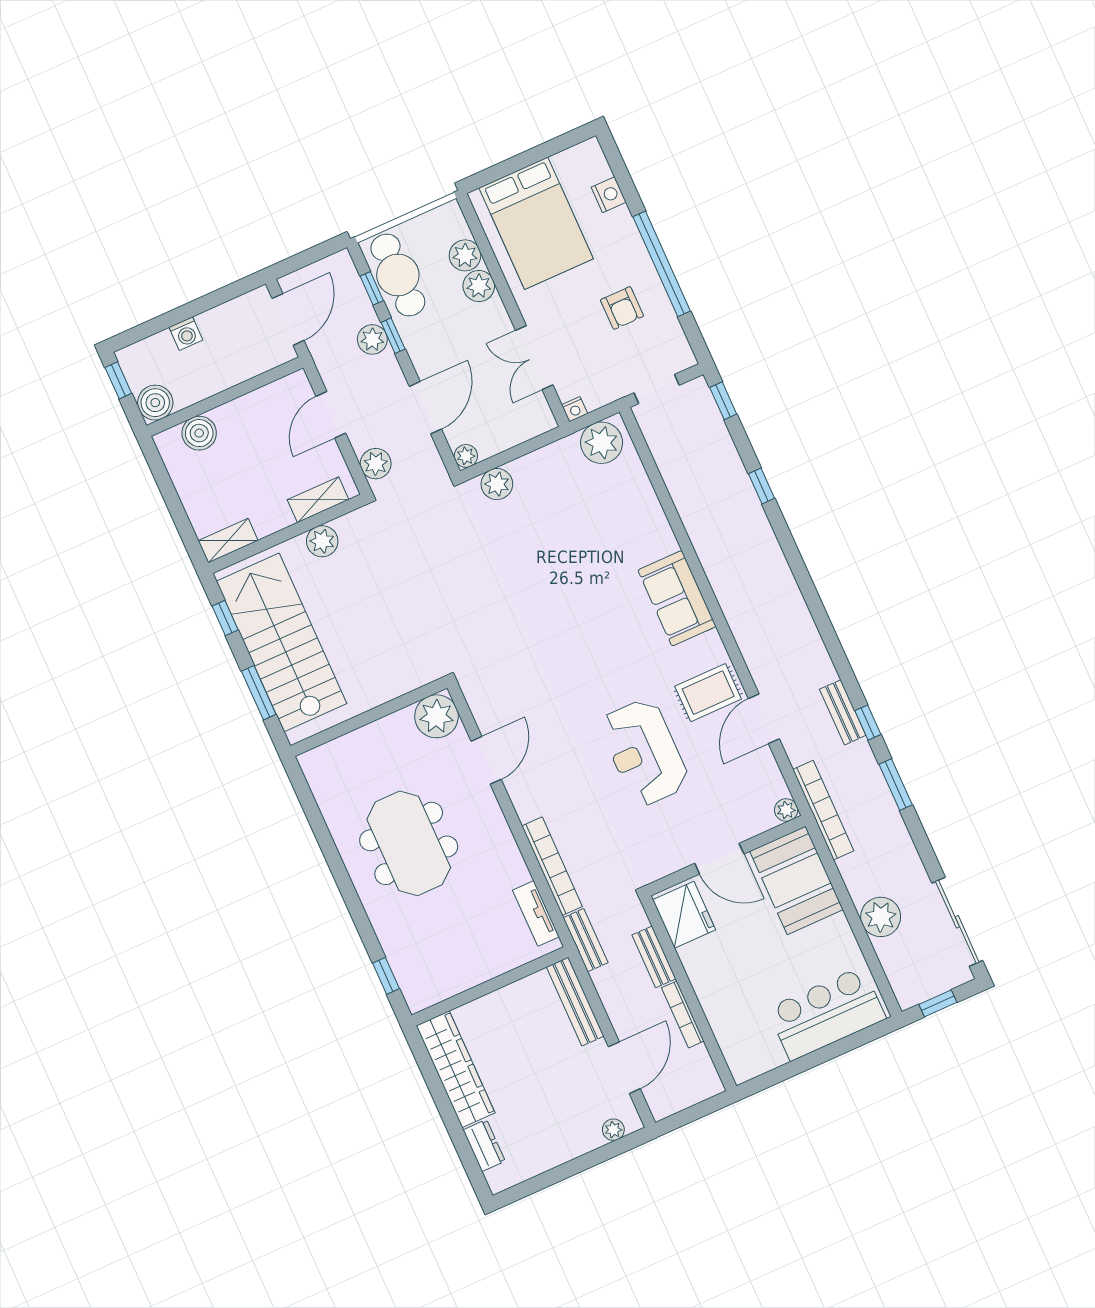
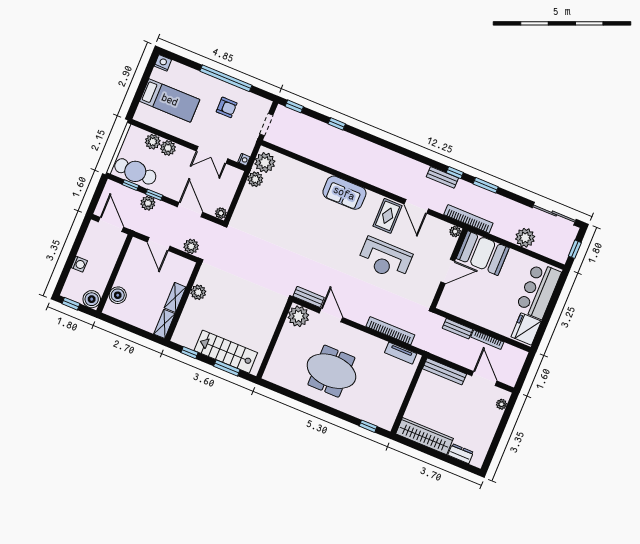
nightstand: (609, 195) -> (163, 63), moved
bed: (536, 223) -> (170, 100), width x0.67
plant: (497, 484) -> (255, 179), moved
shelving: (318, 500) -> (175, 297), moved
stairs: (282, 642) -> (226, 352), width x0.73, depth x0.66
fridge: (684, 915) -> (526, 329), moved, turned -90
bench: (586, 940) -> (309, 297), moved

